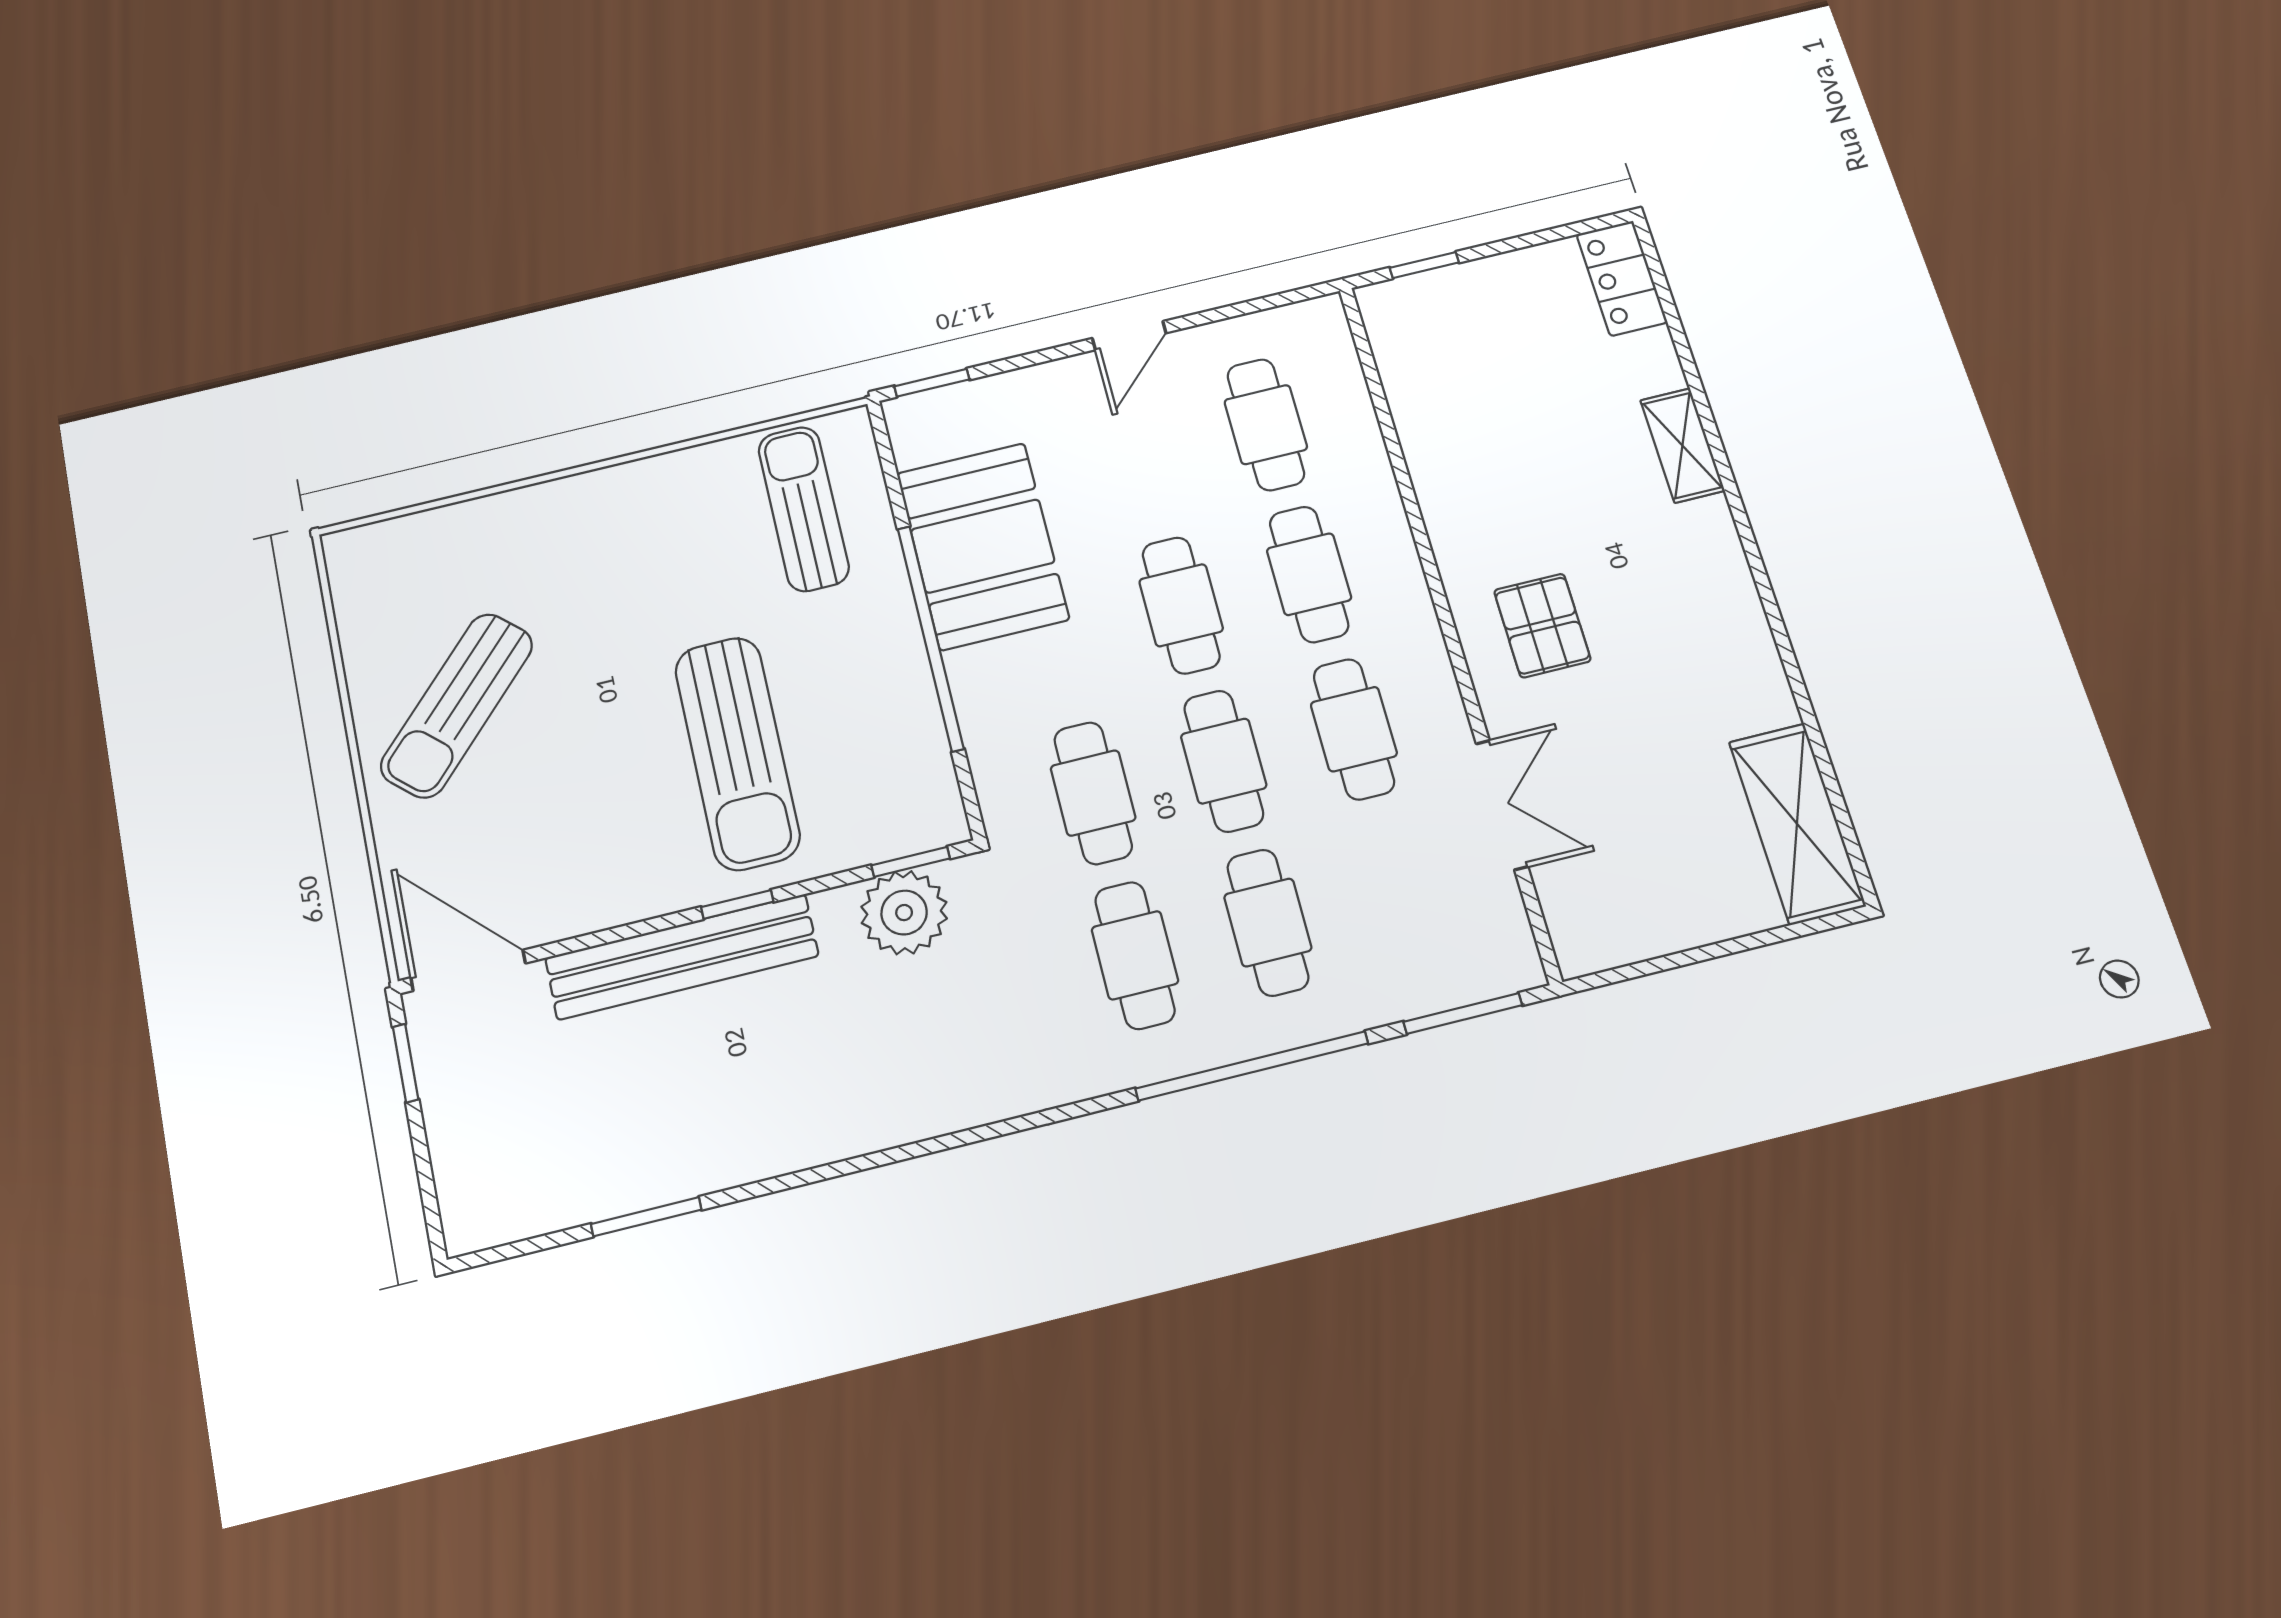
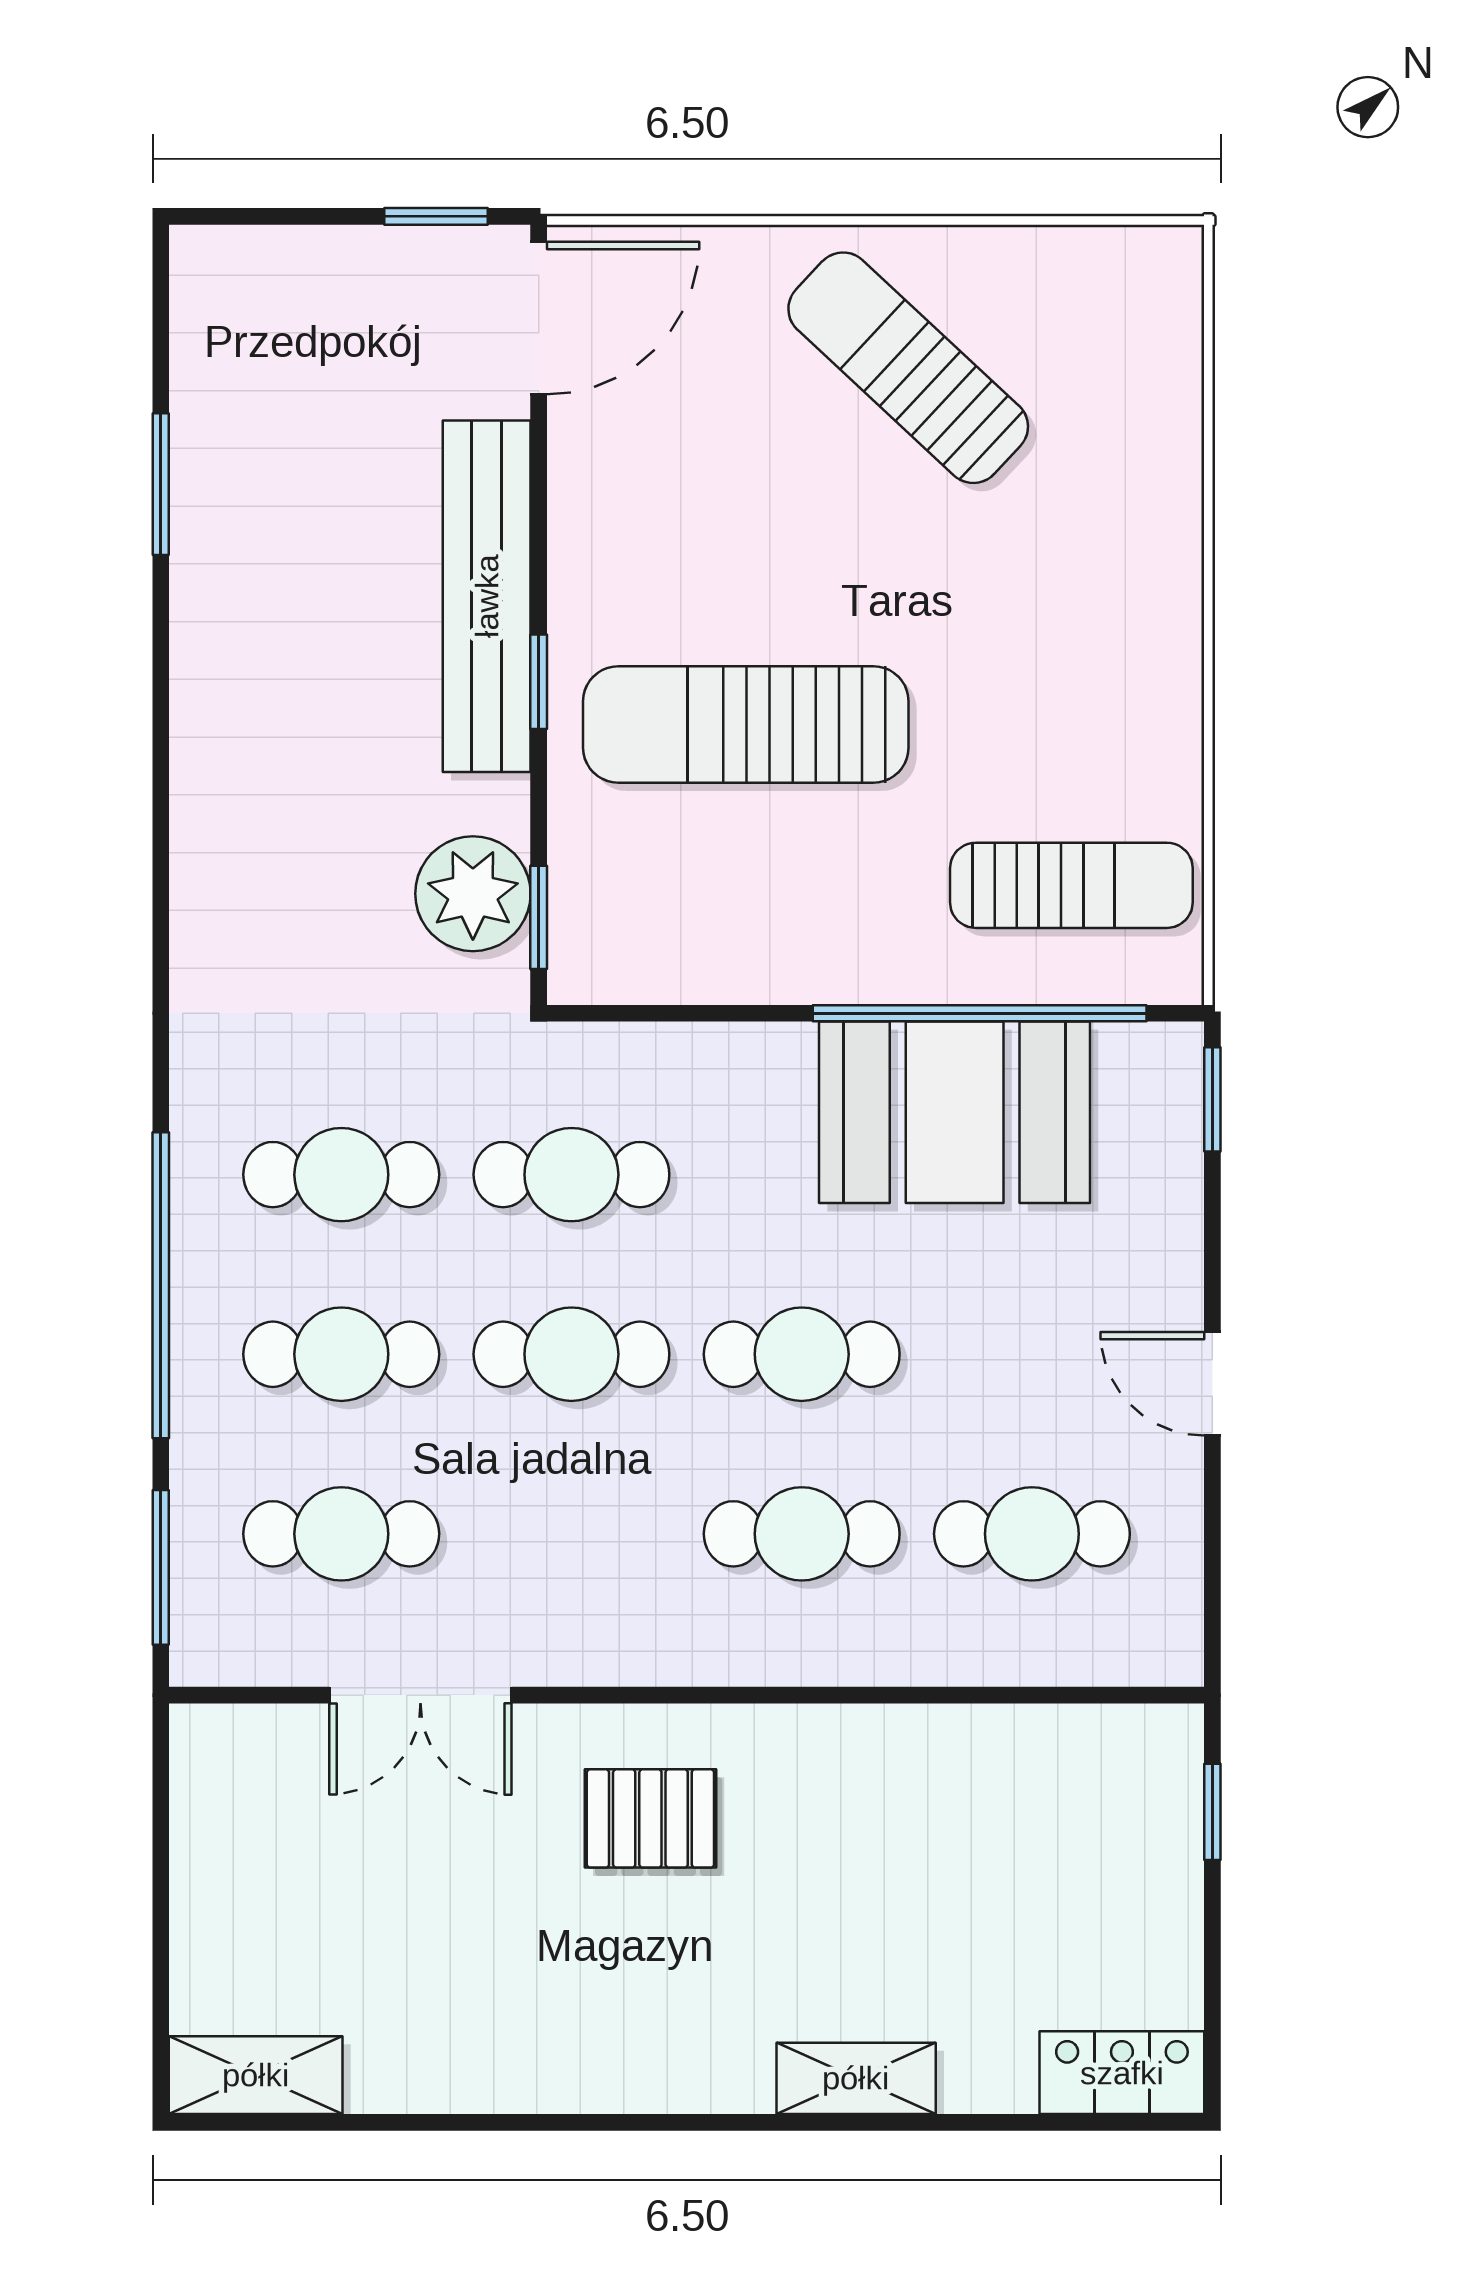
window: (930, 638) -> (980, 1013), moved
cafe table: (1354, 729) -> (341, 1534), moved
shelving: (1797, 824) -> (256, 2075), width x0.67, depth x0.75

